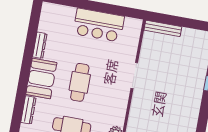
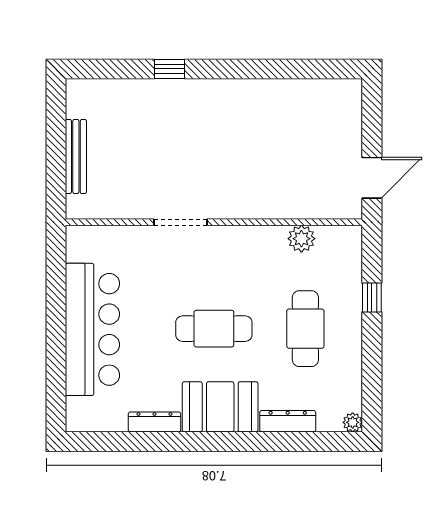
bar counter: (99, 25) -> (92, 329), width x1.36
bench: (163, 28) -> (76, 157), moved

